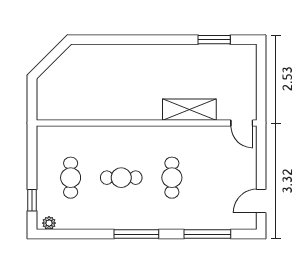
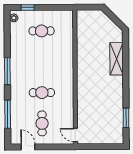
shelving: (189, 110) -> (117, 59), moved
door: (242, 123) -> (75, 135), hinge flipped
cafe table: (121, 178) -> (42, 123), moved

